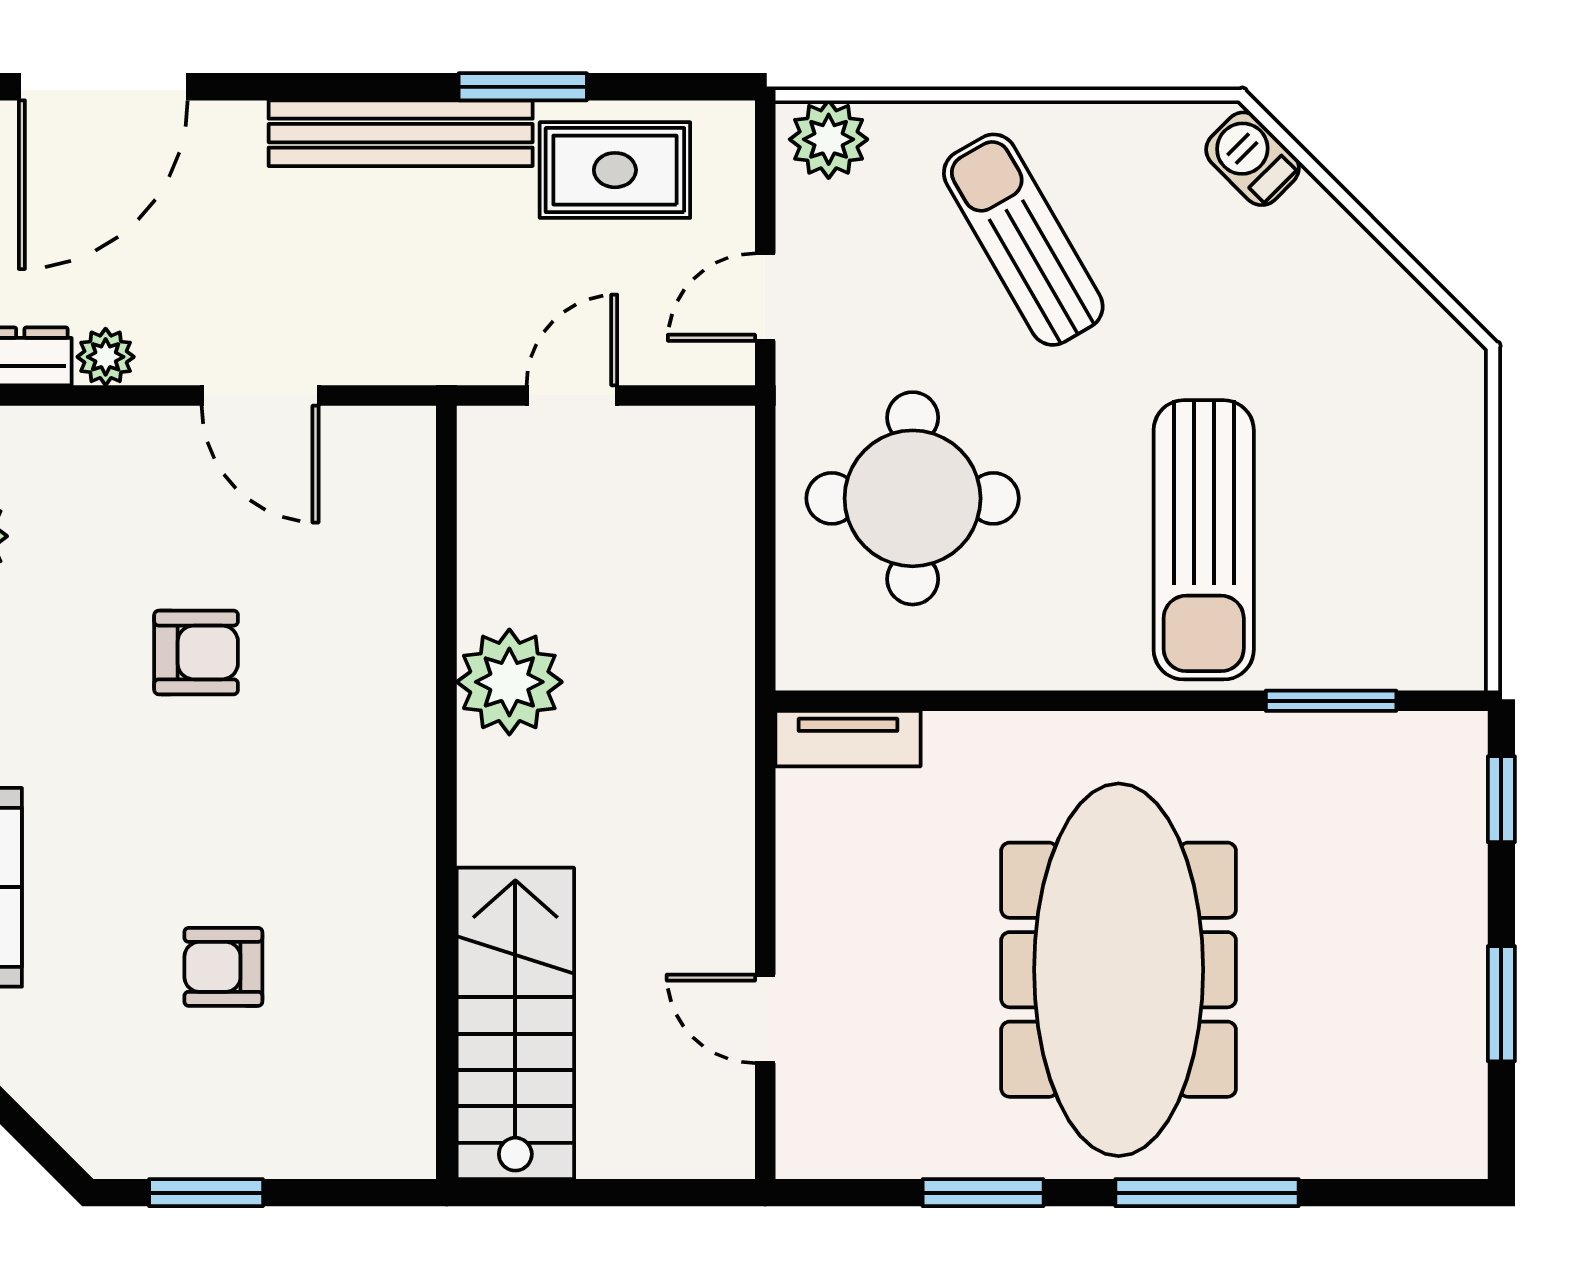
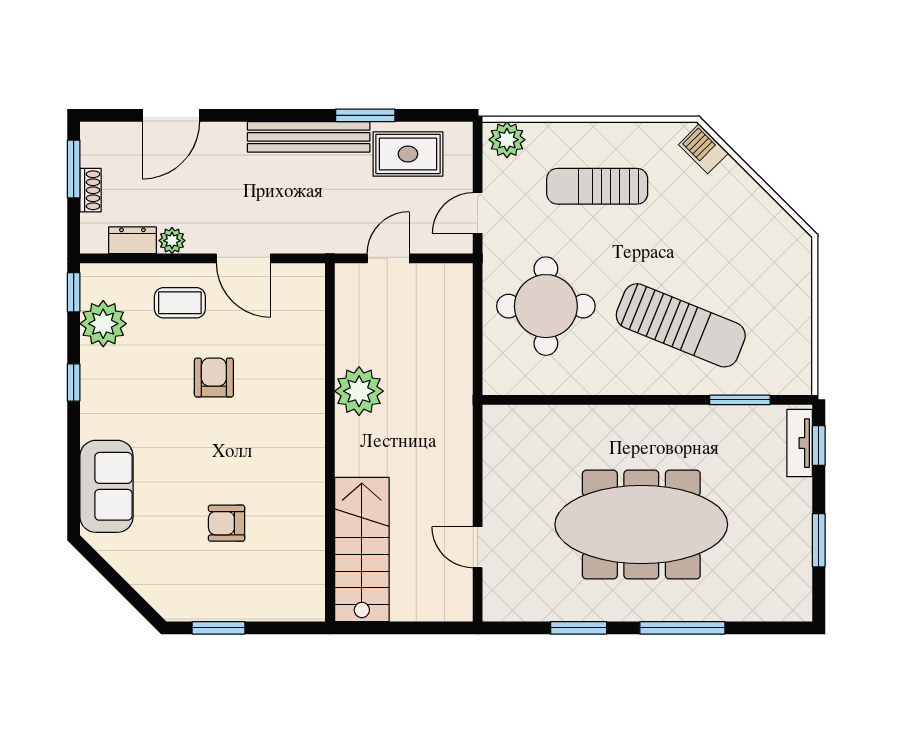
door: (103, 87) -> (171, 115), width x0.73
sun lounger: (1023, 240) -> (597, 186), turned -60
coffee table: (123, 491) -> (180, 303), added
sun lounger: (1204, 540) -> (681, 325), turned -68
armchair: (196, 652) -> (214, 378), turned -90
tv unit: (848, 739) -> (800, 443), moved, turned 90
meeting table: (1119, 970) -> (641, 525), turned 90

